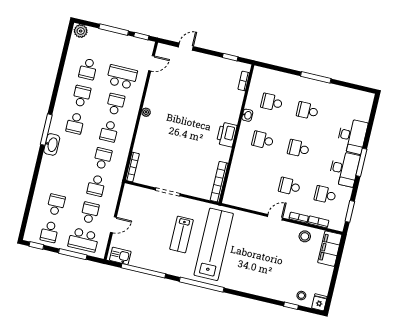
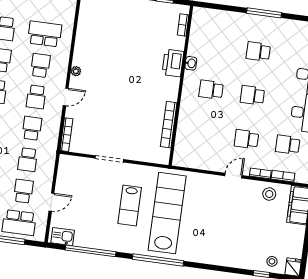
door: (152, 63) -> (66, 97), moved
school desk: (272, 102) -> (217, 46), removed
printer: (227, 134) -> (173, 63), moved
bookcase: (219, 182) -> (169, 125), moved

